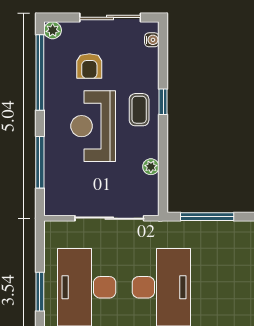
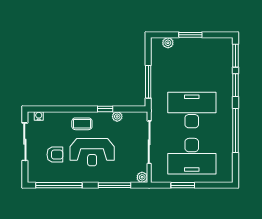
plant: (53, 30) -> (142, 177), moved
window: (163, 102) -> (105, 109), moved
window: (40, 292) -> (183, 185), moved

